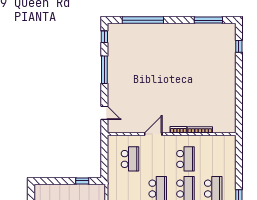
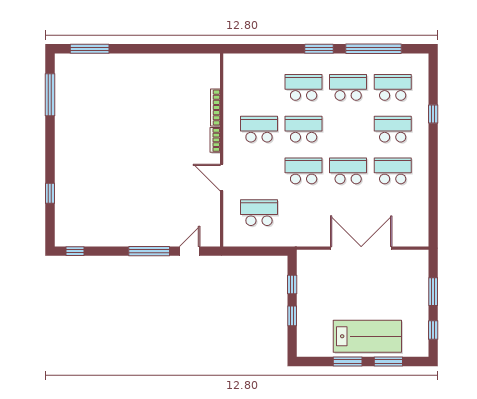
window: (143, 20) -> (50, 193), width x0.32
window: (239, 46) -> (90, 49), width x2.17
window: (104, 70) -> (149, 251), moved
window: (61, 181) -> (292, 316), added

